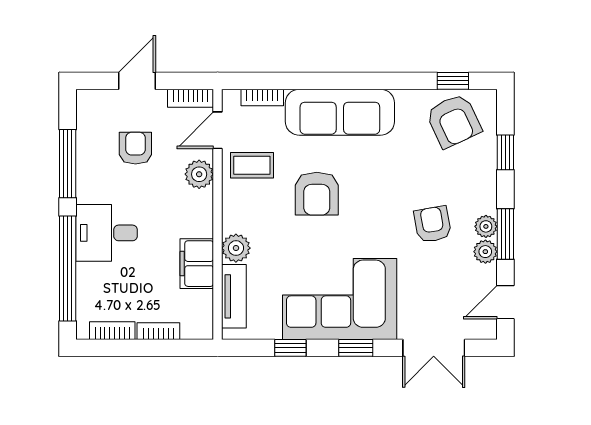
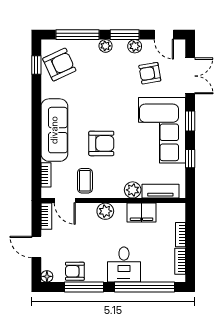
floor lamp: (86, 99) -> (47, 276), added
armchair: (135, 148) -> (75, 271), moved
window: (505, 152) -> (78, 35), width x2.17
plant: (199, 174) -> (105, 211), moved
armchair: (433, 224) -> (150, 73), moved
plant: (486, 226) -> (106, 46), moved

